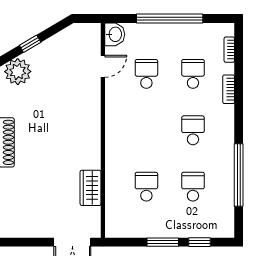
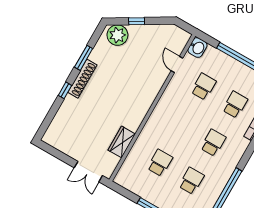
door: (103, 66) -> (177, 65), swing flipped

